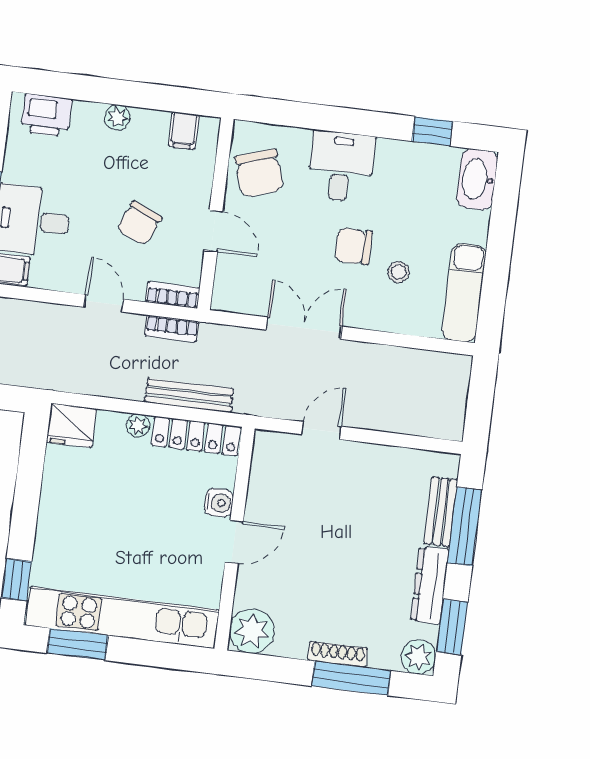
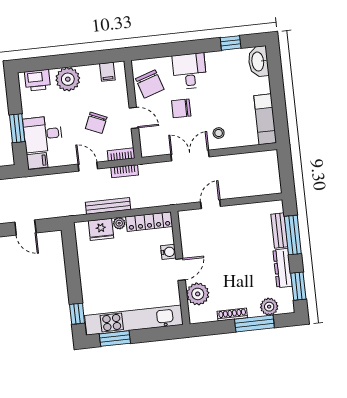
plant: (117, 117) -> (68, 79), width x1.88, depth x1.88
chair: (354, 246) -> (181, 108), moved
stool: (399, 272) -> (219, 133), moved
bench: (189, 395) -> (108, 206), moved
fridge: (71, 425) -> (101, 229), moved
plant: (252, 631) -> (198, 294), moved
shoe rack: (338, 654) -> (232, 314), moved
plant: (418, 657) -> (269, 307), moved

